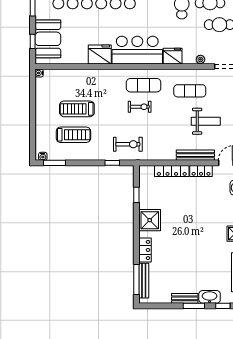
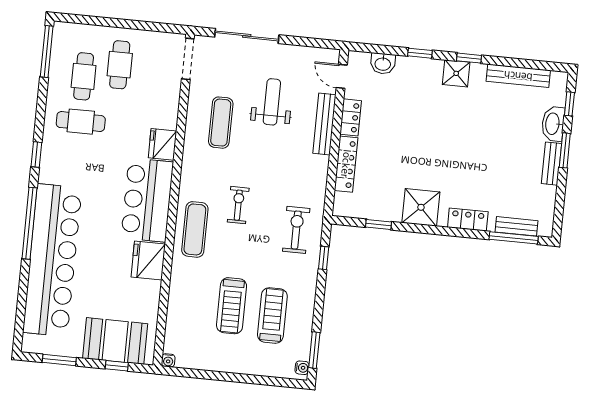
plant: (200, 59) -> (172, 100), removed
exercise mat: (144, 85) -> (195, 229), moved
bench: (144, 281) -> (517, 226), width x0.73

